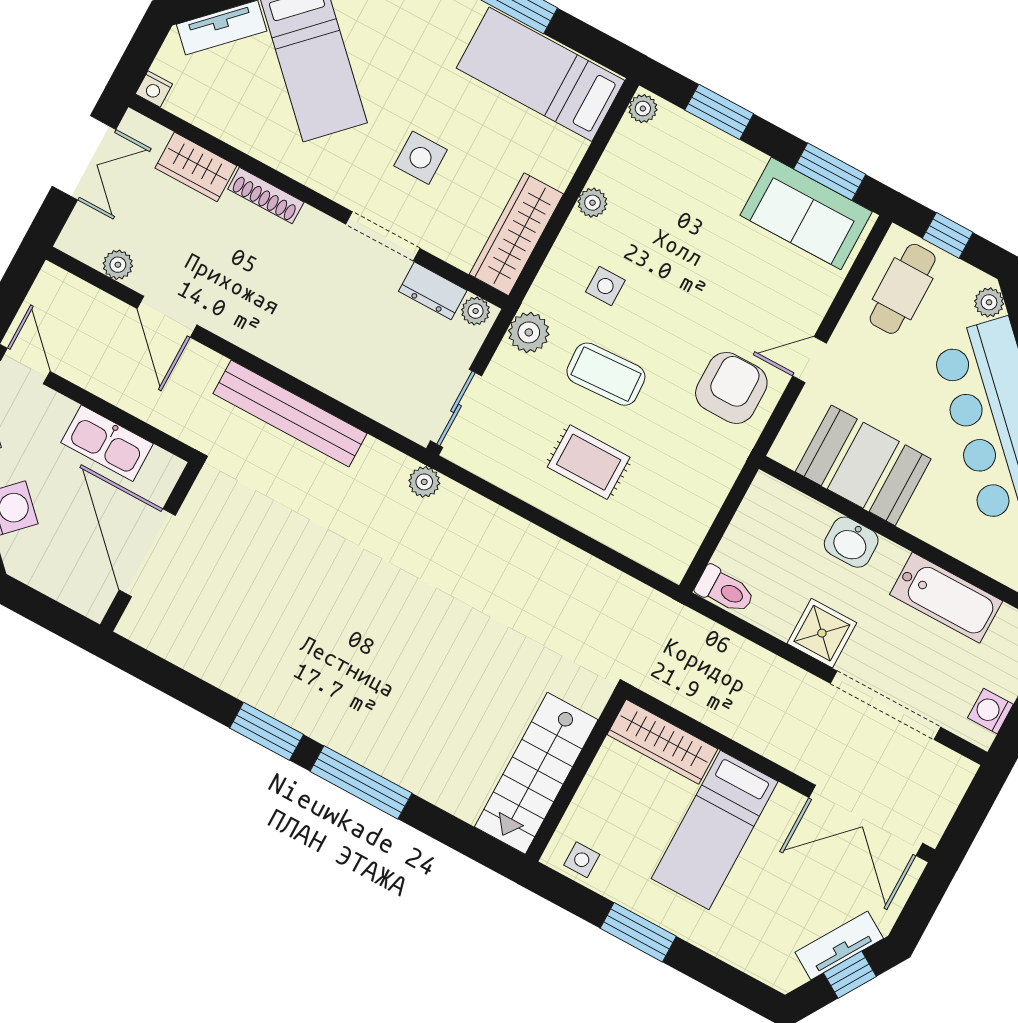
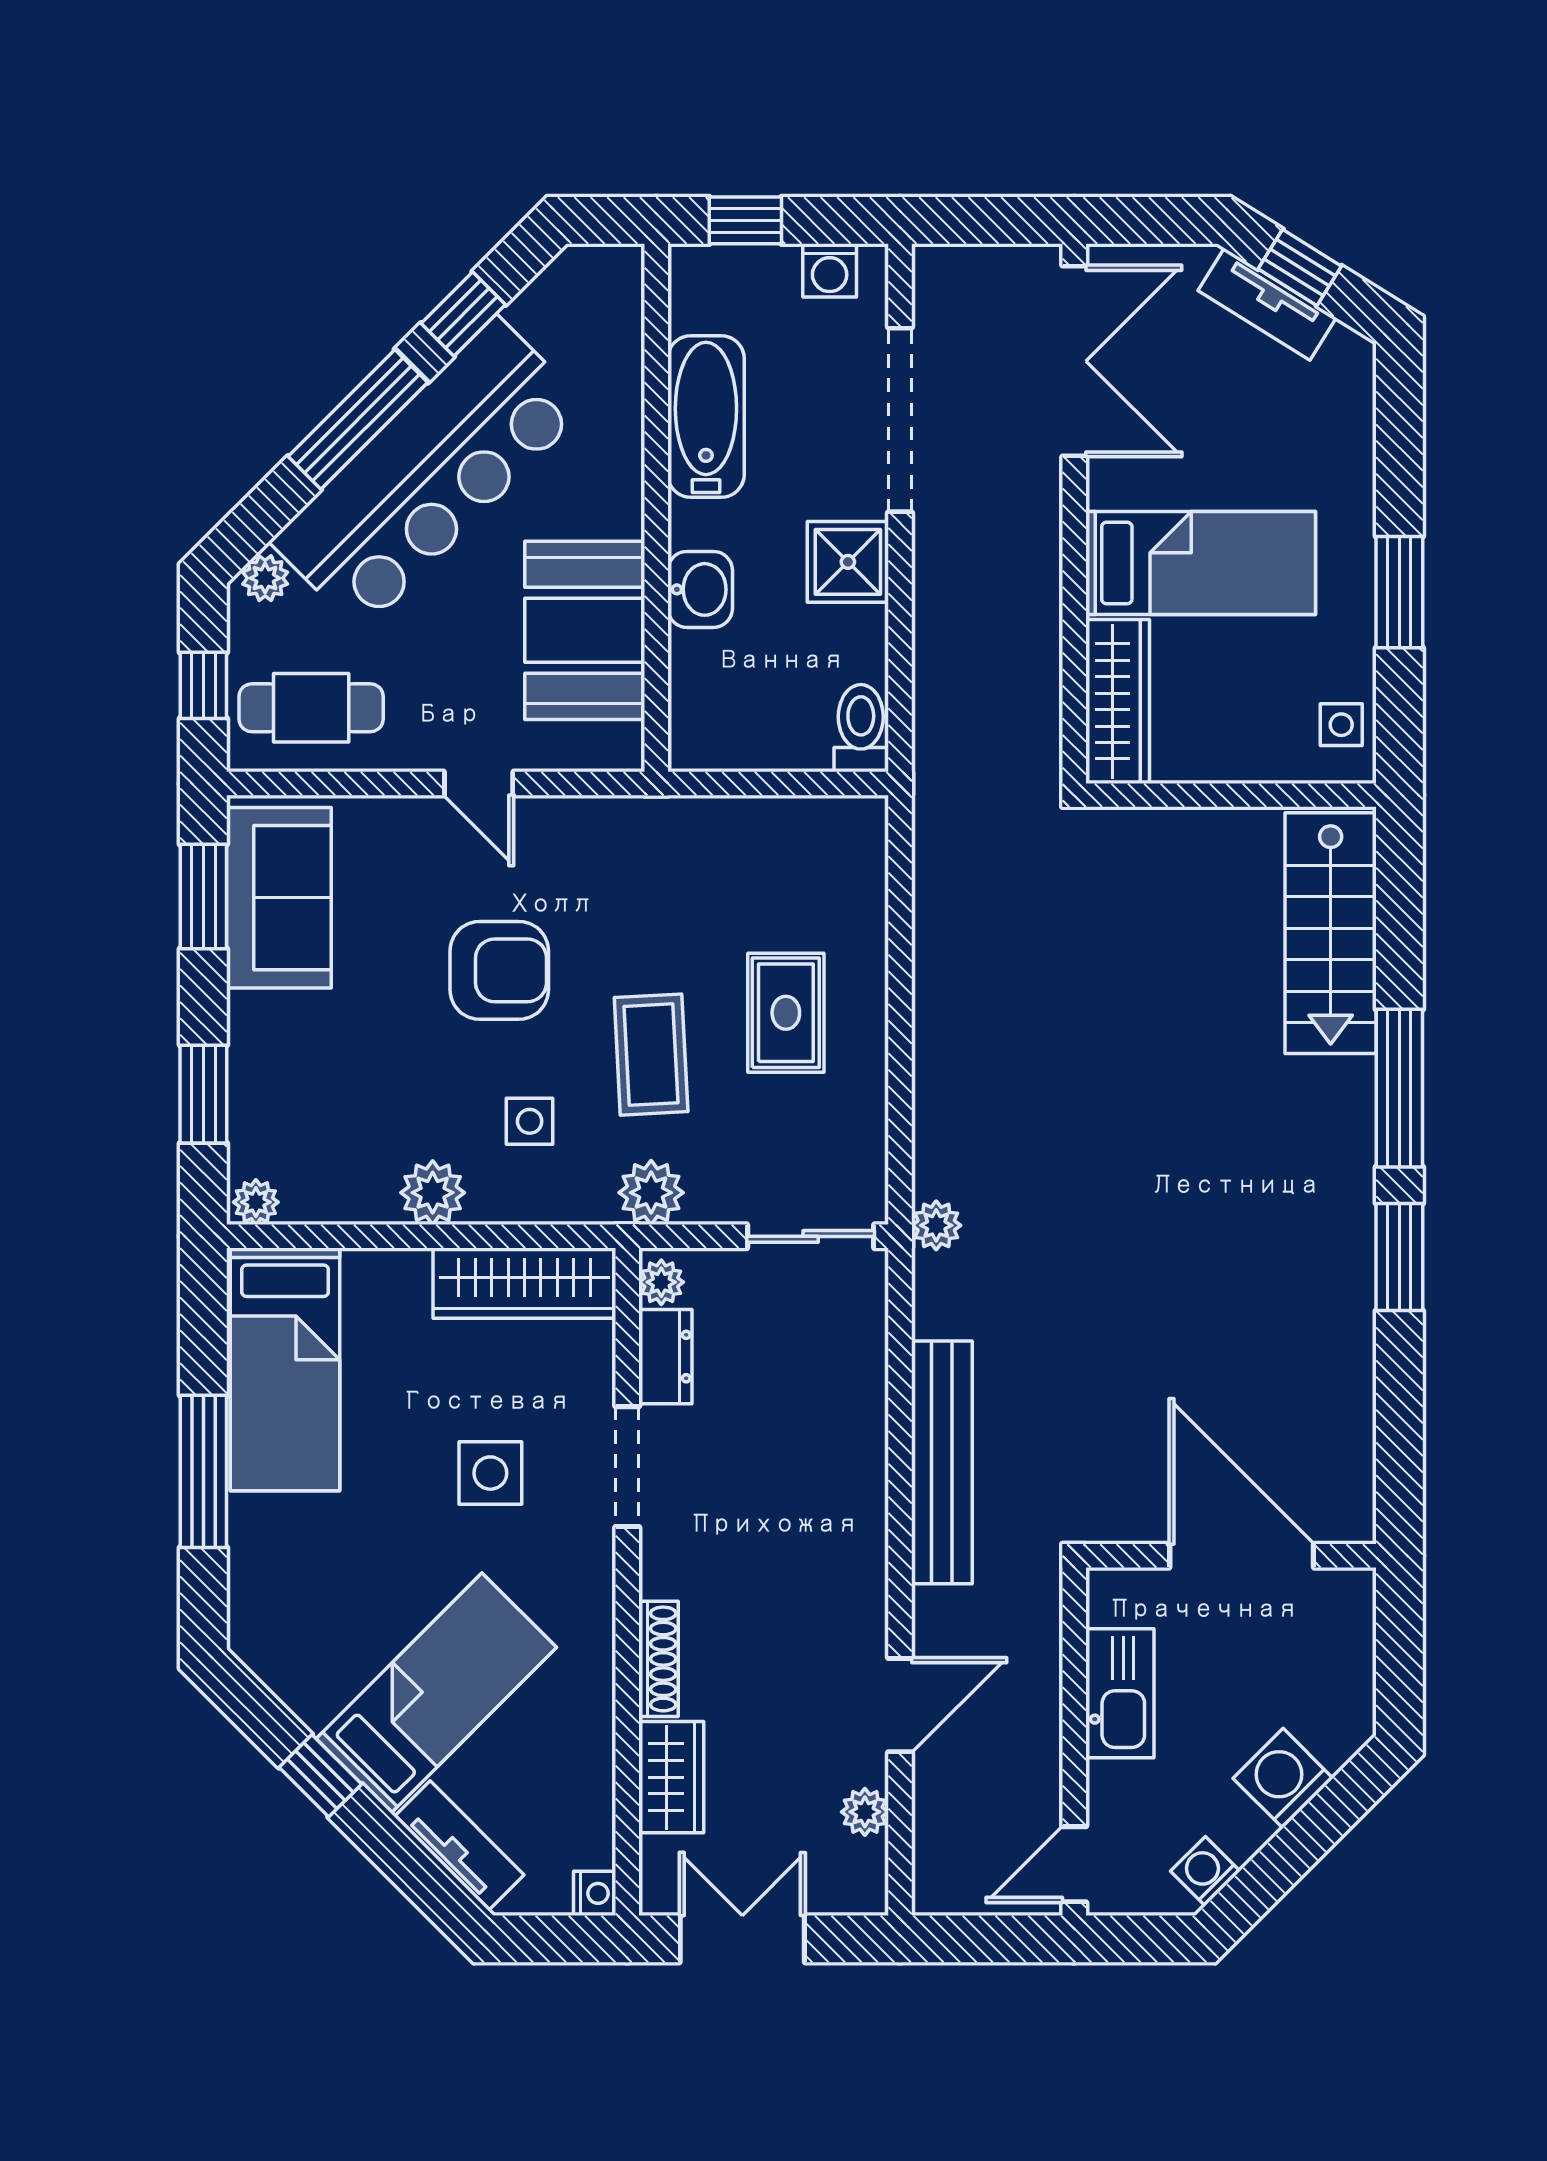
plant: (592, 203) -> (433, 1193), width x1.38, depth x1.38
armchair: (731, 388) -> (499, 970), moved, turned 180
door: (147, 553) -> (1242, 1556), swing flipped
stairs: (536, 773) -> (1331, 933), moved, turned 90

